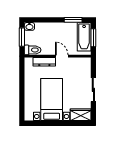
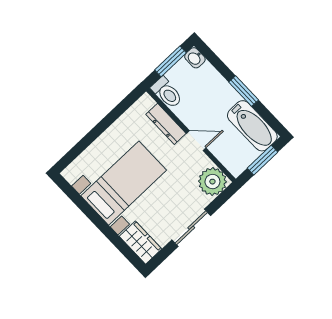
window: (73, 20) -> (244, 91), moved
bathtub: (84, 37) -> (252, 126), moved, turned -90
door: (62, 56) -> (196, 141), hinge flipped
plant: (83, 65) -> (212, 182), added

